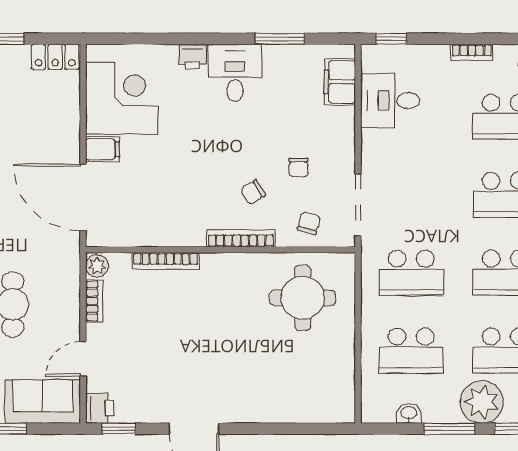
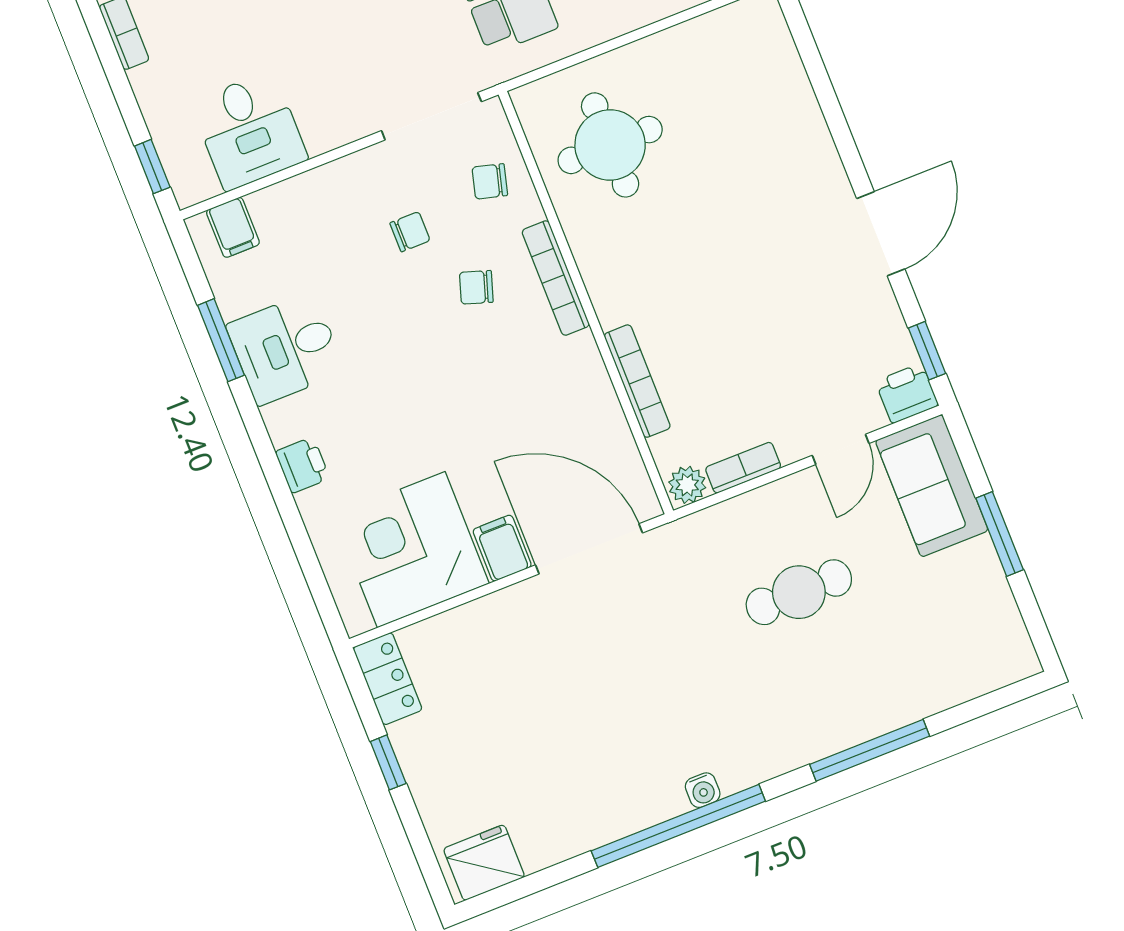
desk: (235, 73) -> (286, 348), moved
filing cabinet: (340, 82) -> (233, 227), width x0.50
chair: (253, 192) -> (476, 287), turned 139
door: (83, 197) -> (589, 549), swing flipped
door: (83, 359) -> (841, 449), hinge flipped

